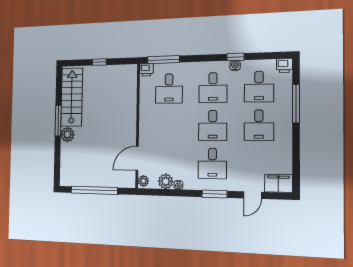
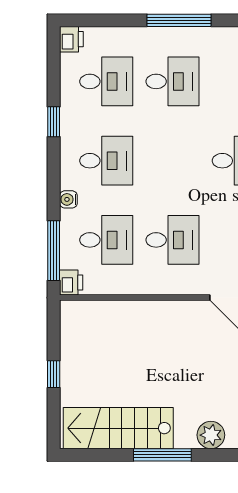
water cooler: (235, 65) -> (68, 199), moved
window: (296, 104) -> (179, 20), moved
desk: (213, 125) -> (172, 240), moved
plant: (67, 135) -> (211, 435), moved

